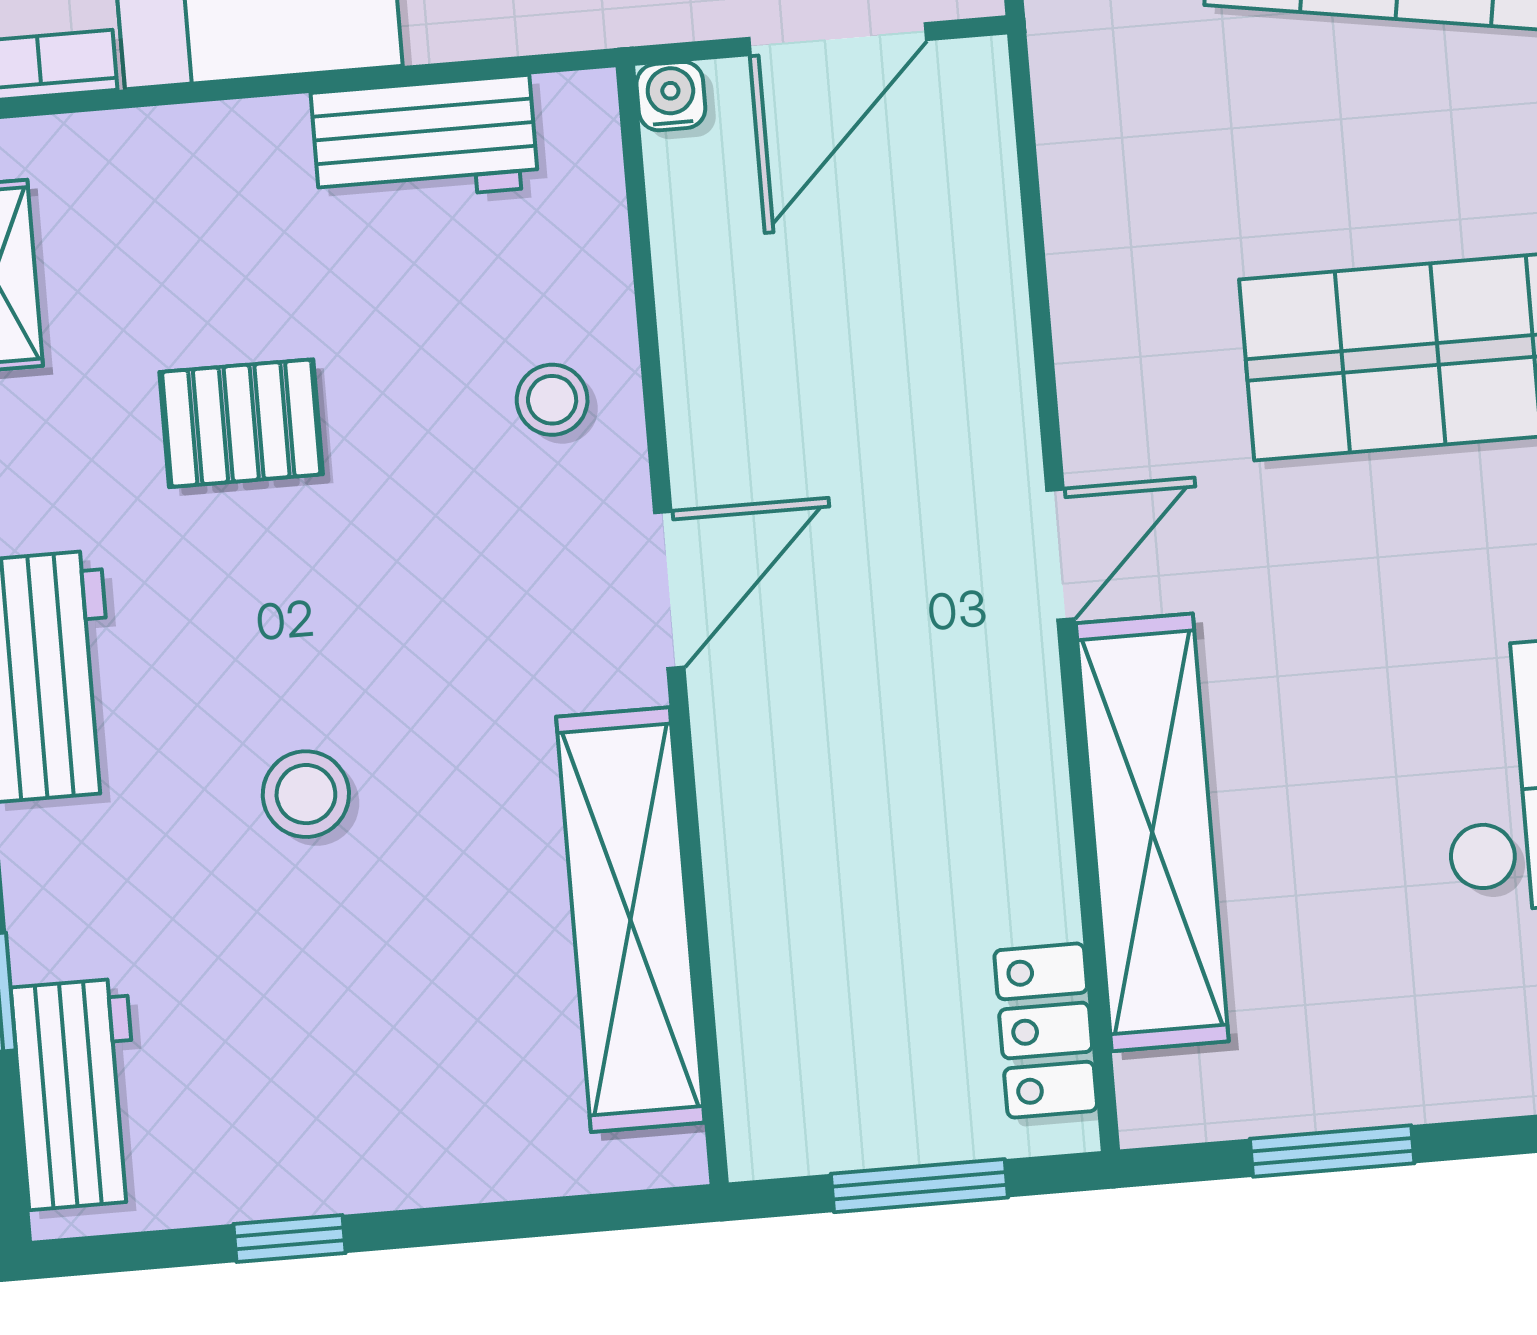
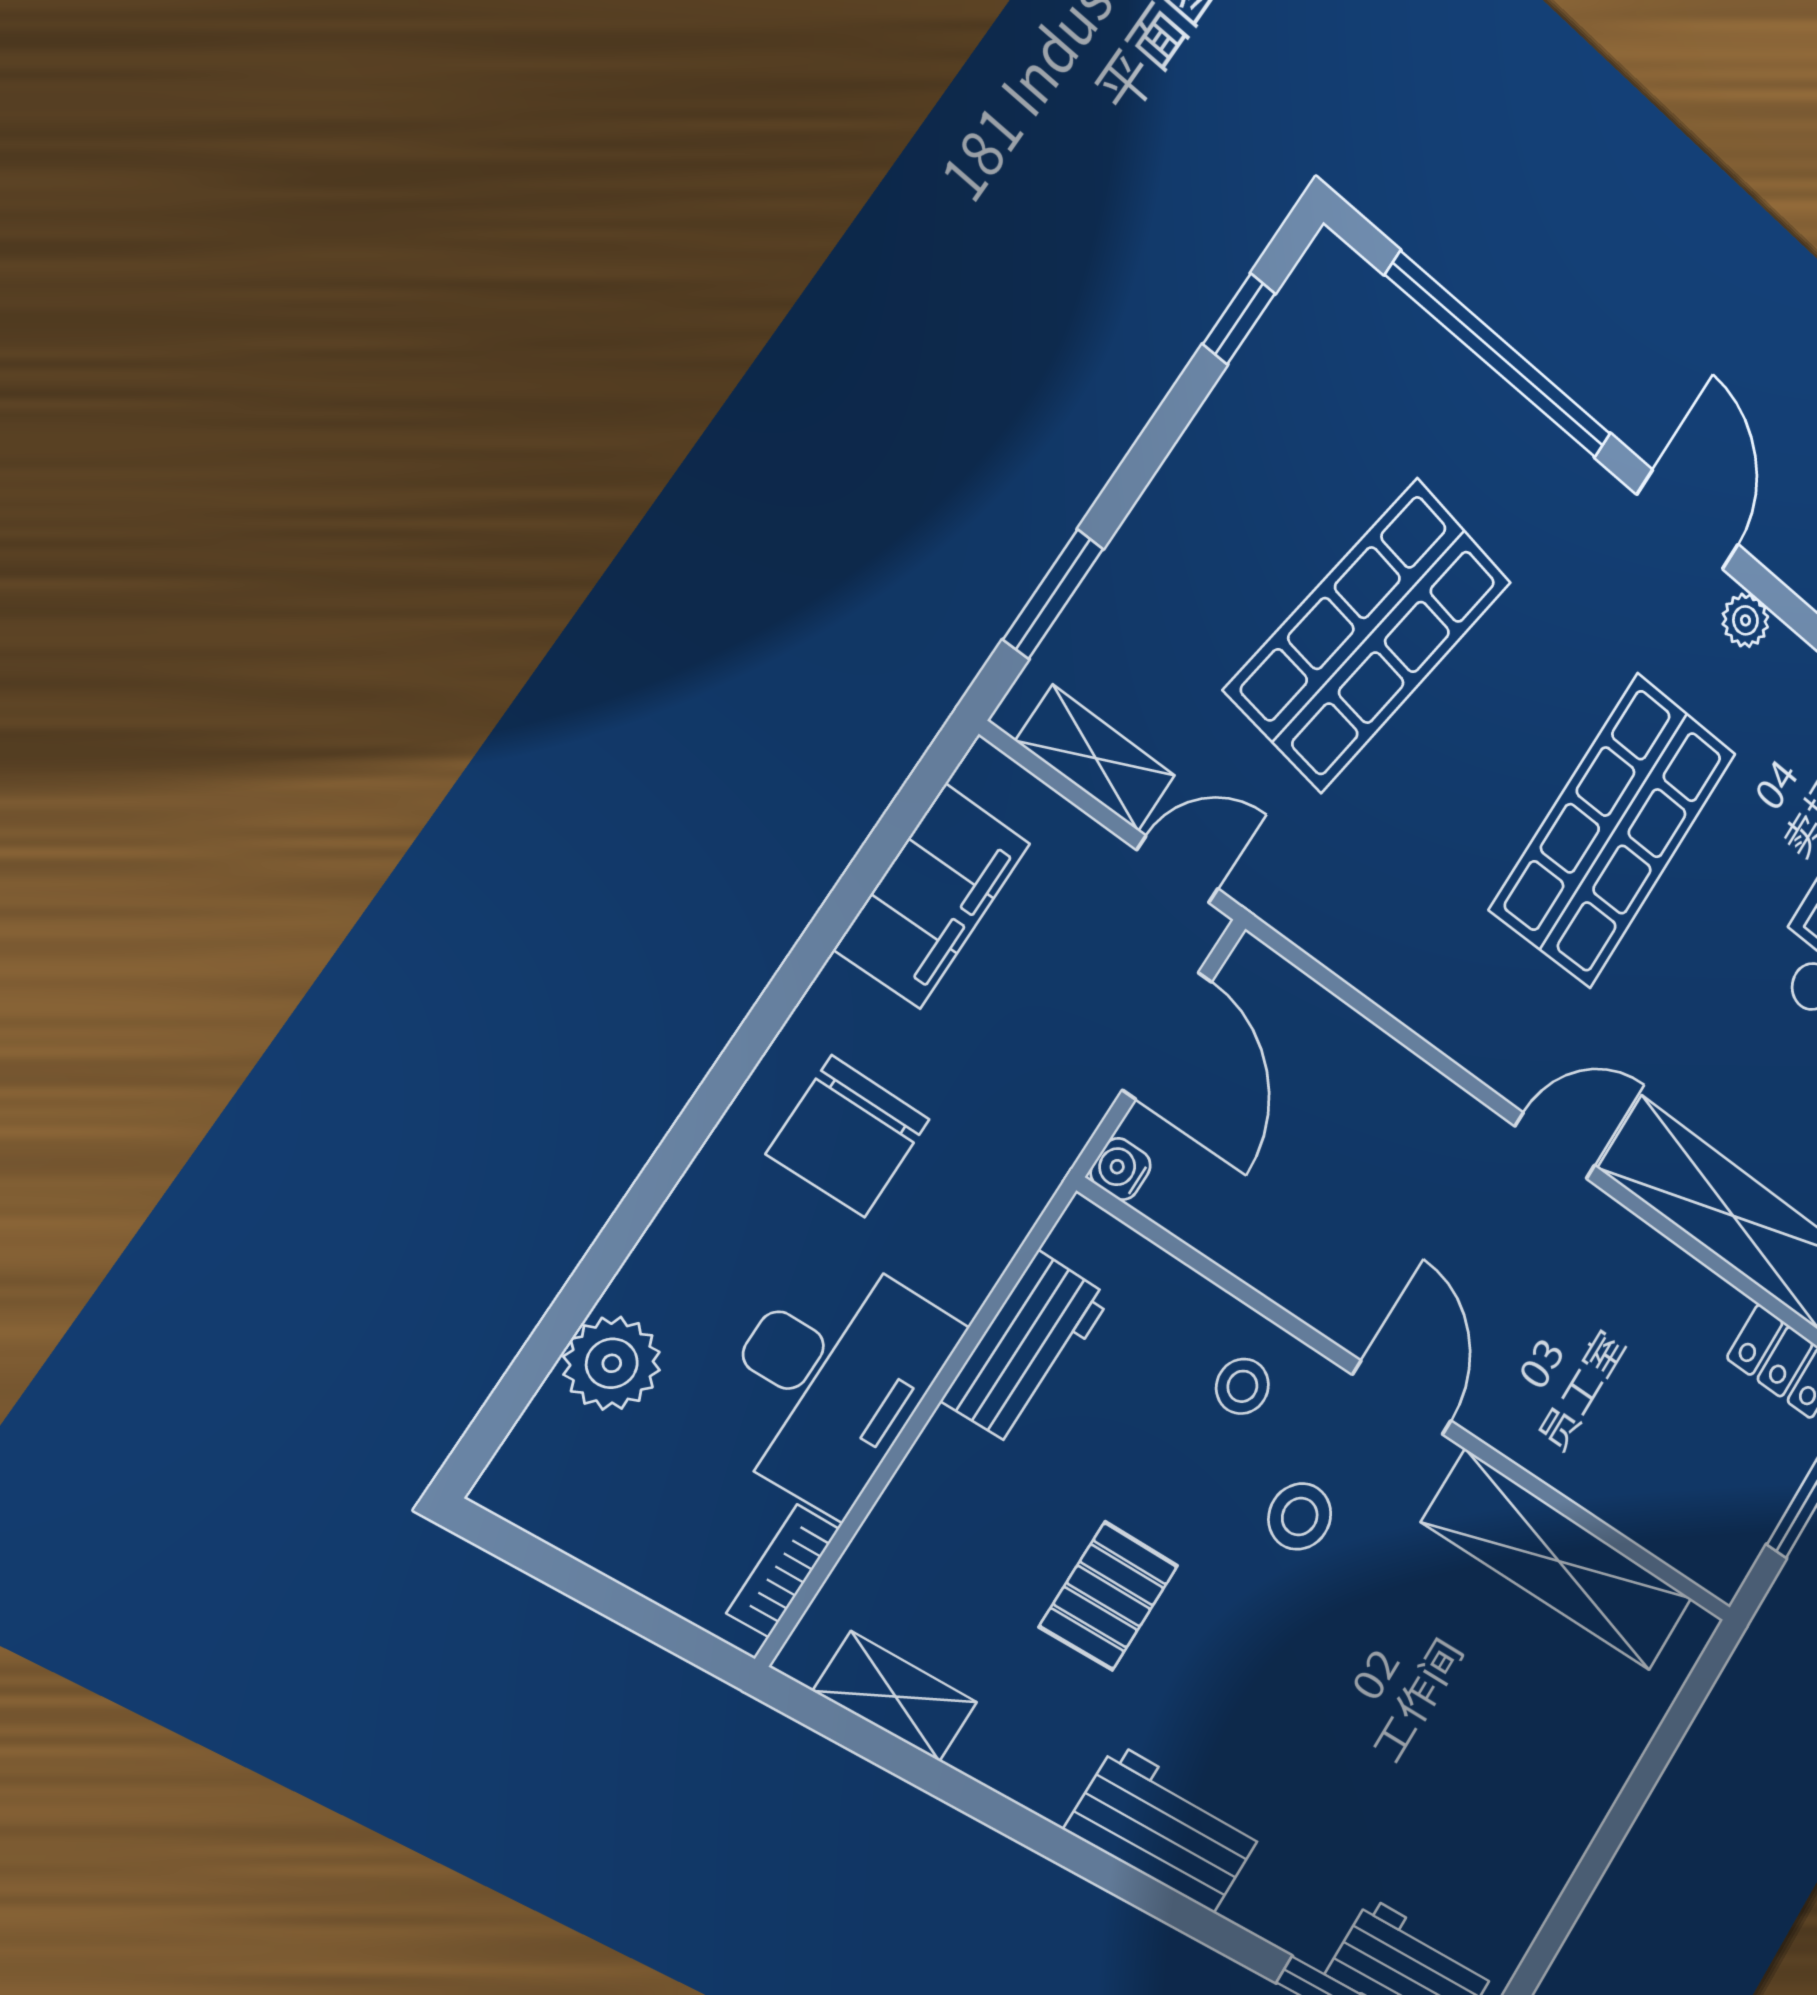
door: (1060, 555) -> (1555, 1146), hinge flipped
stool: (306, 794) -> (1300, 1516), moved
window: (289, 1239) -> (1577, 1893), removed

